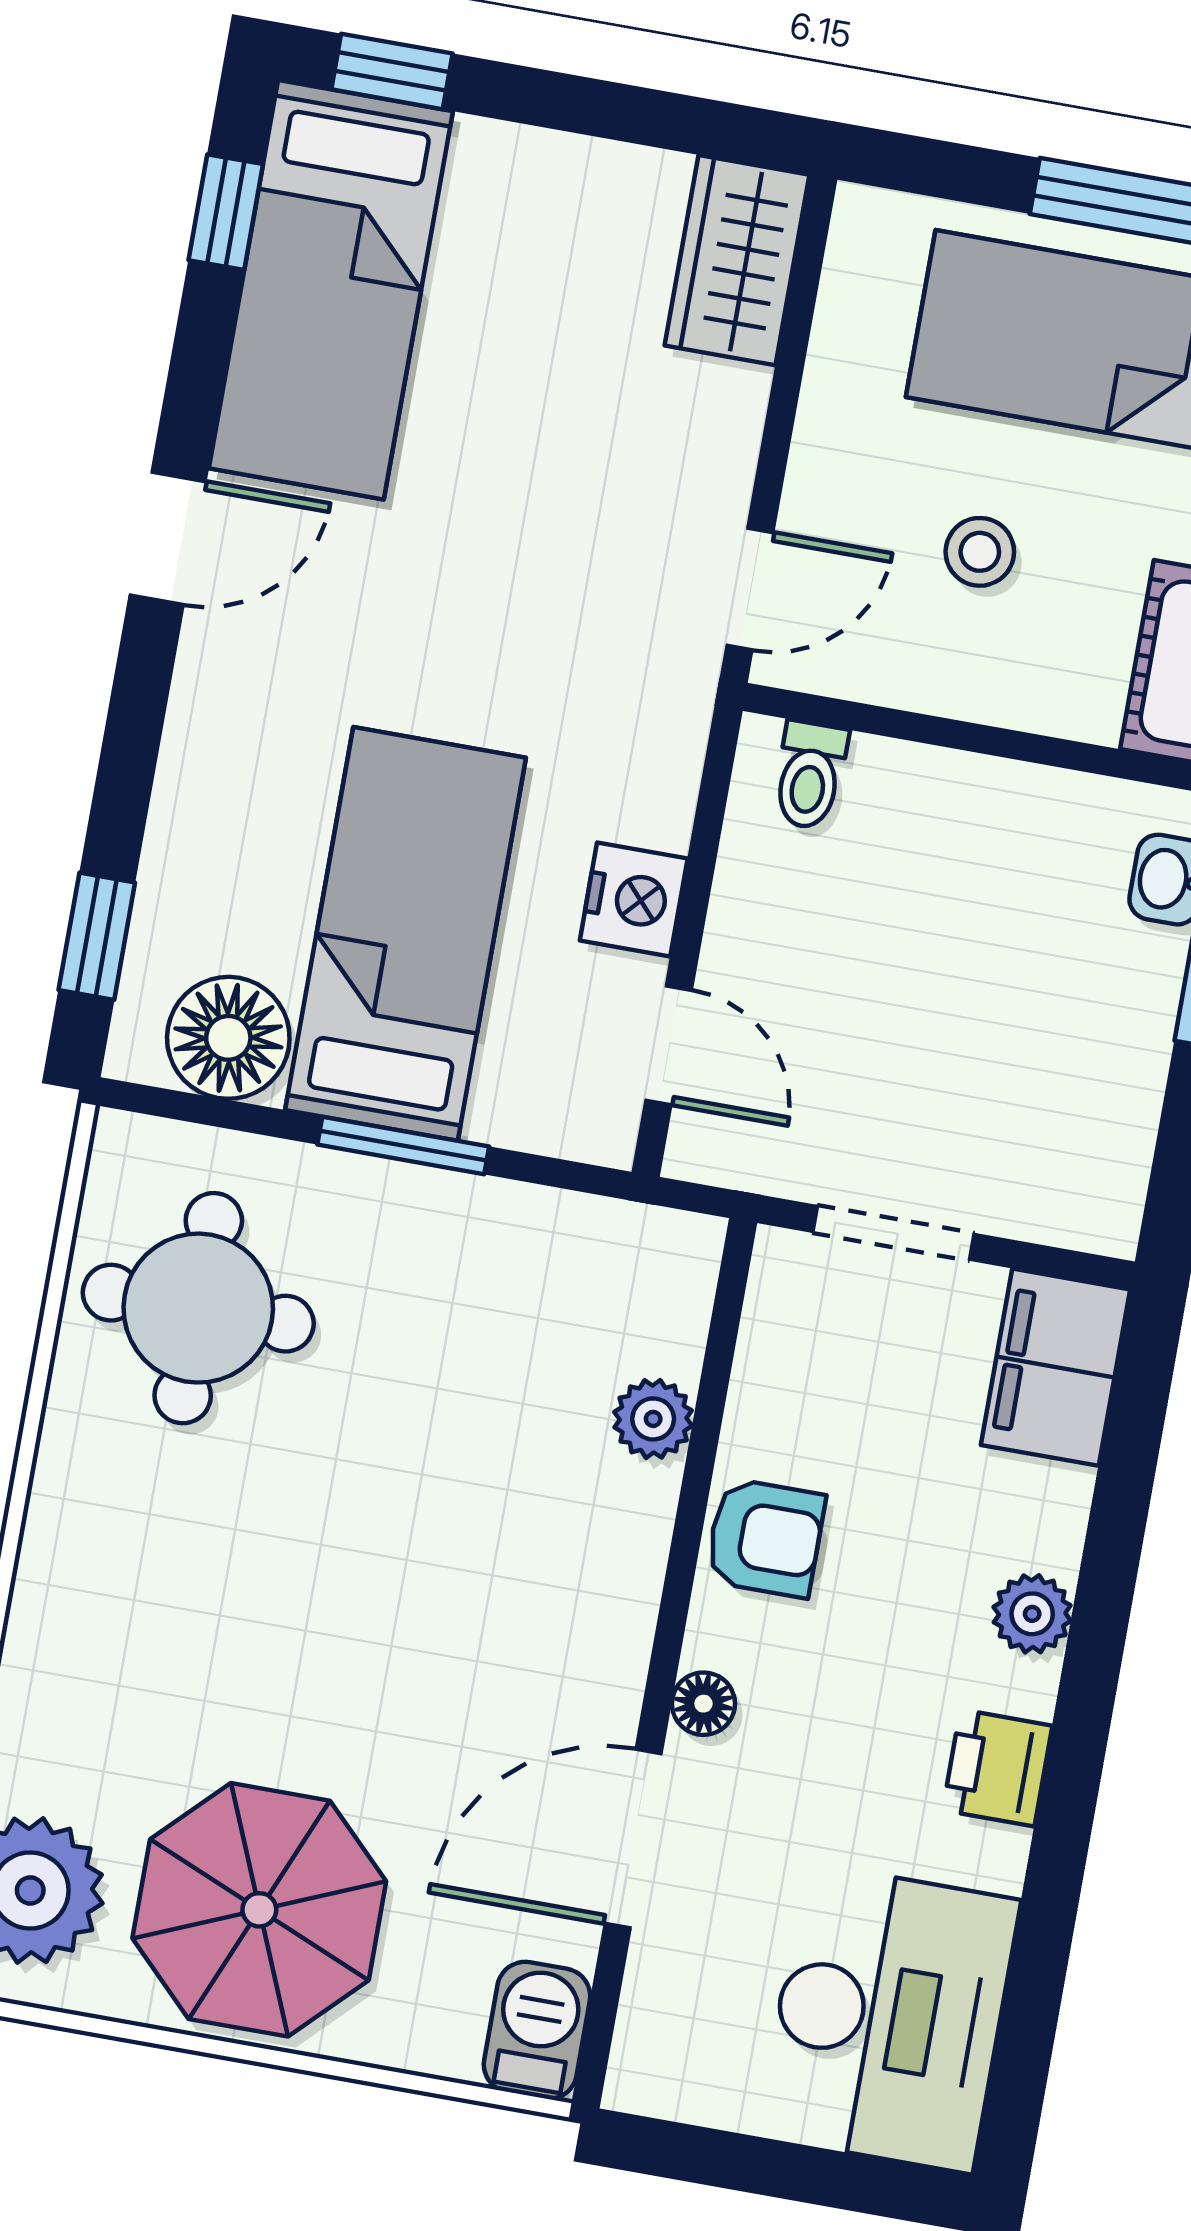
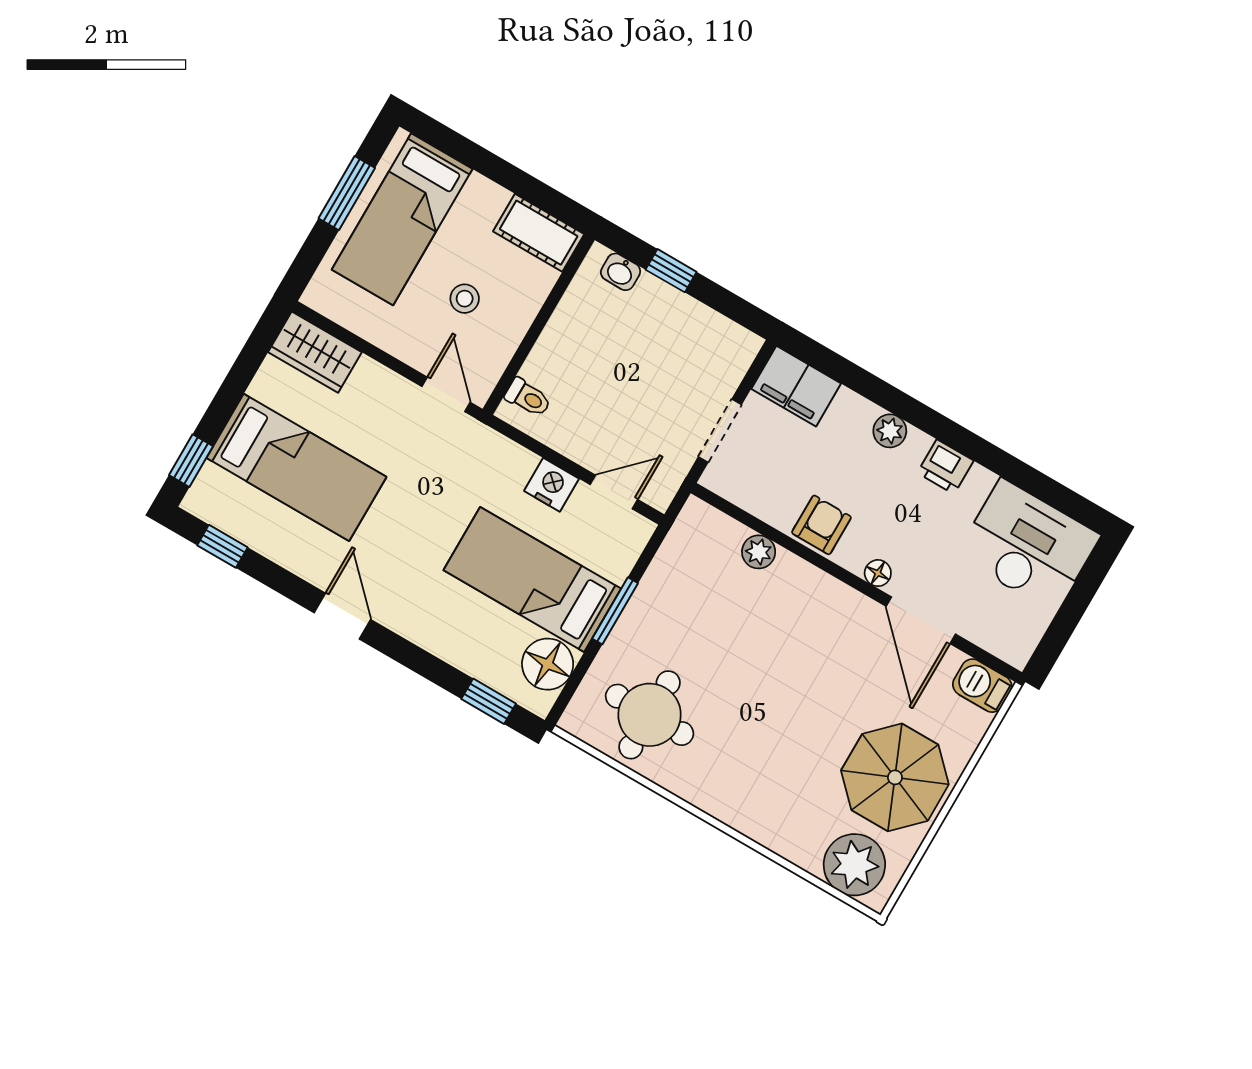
bed: (331, 290) -> (296, 467), moved

